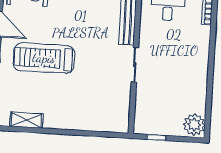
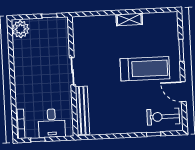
shelving: (26, 120) -> (129, 19), moved

